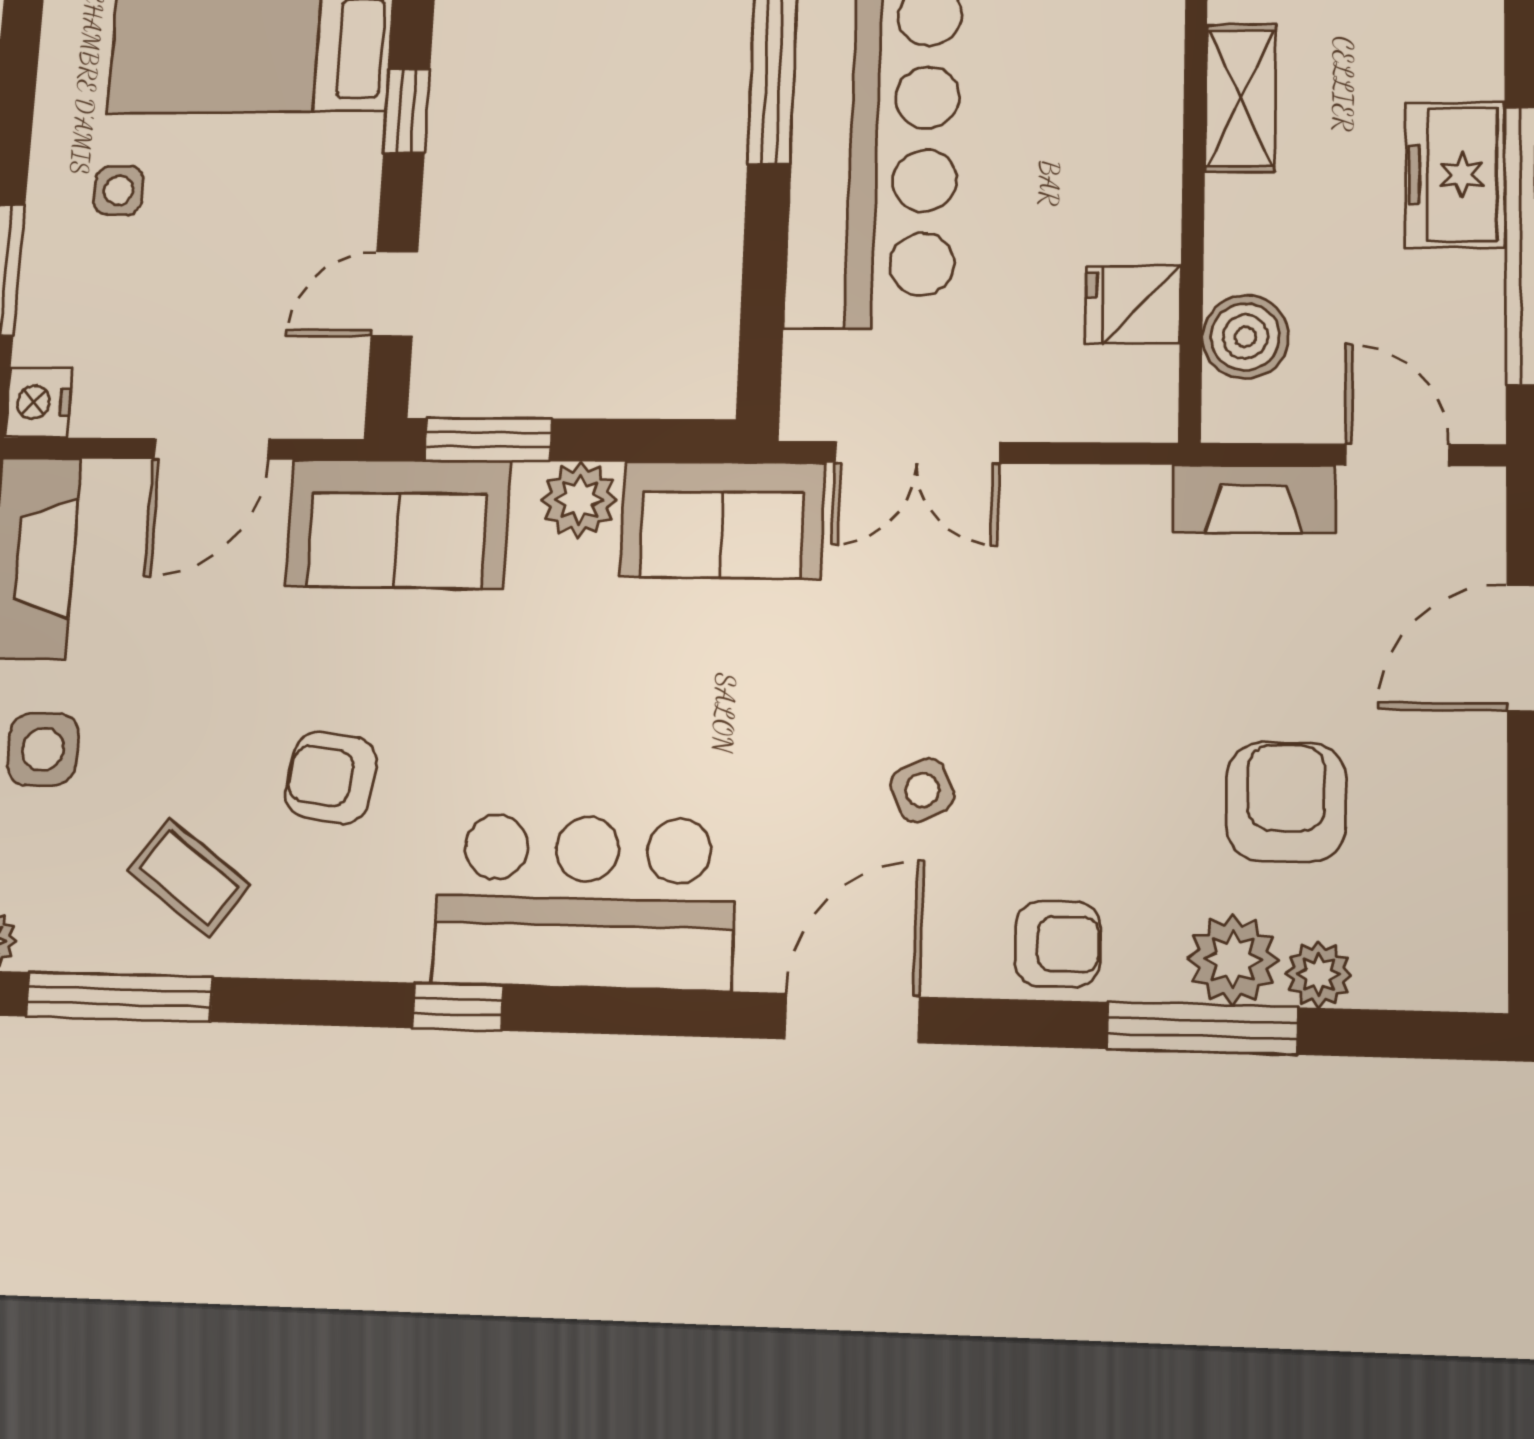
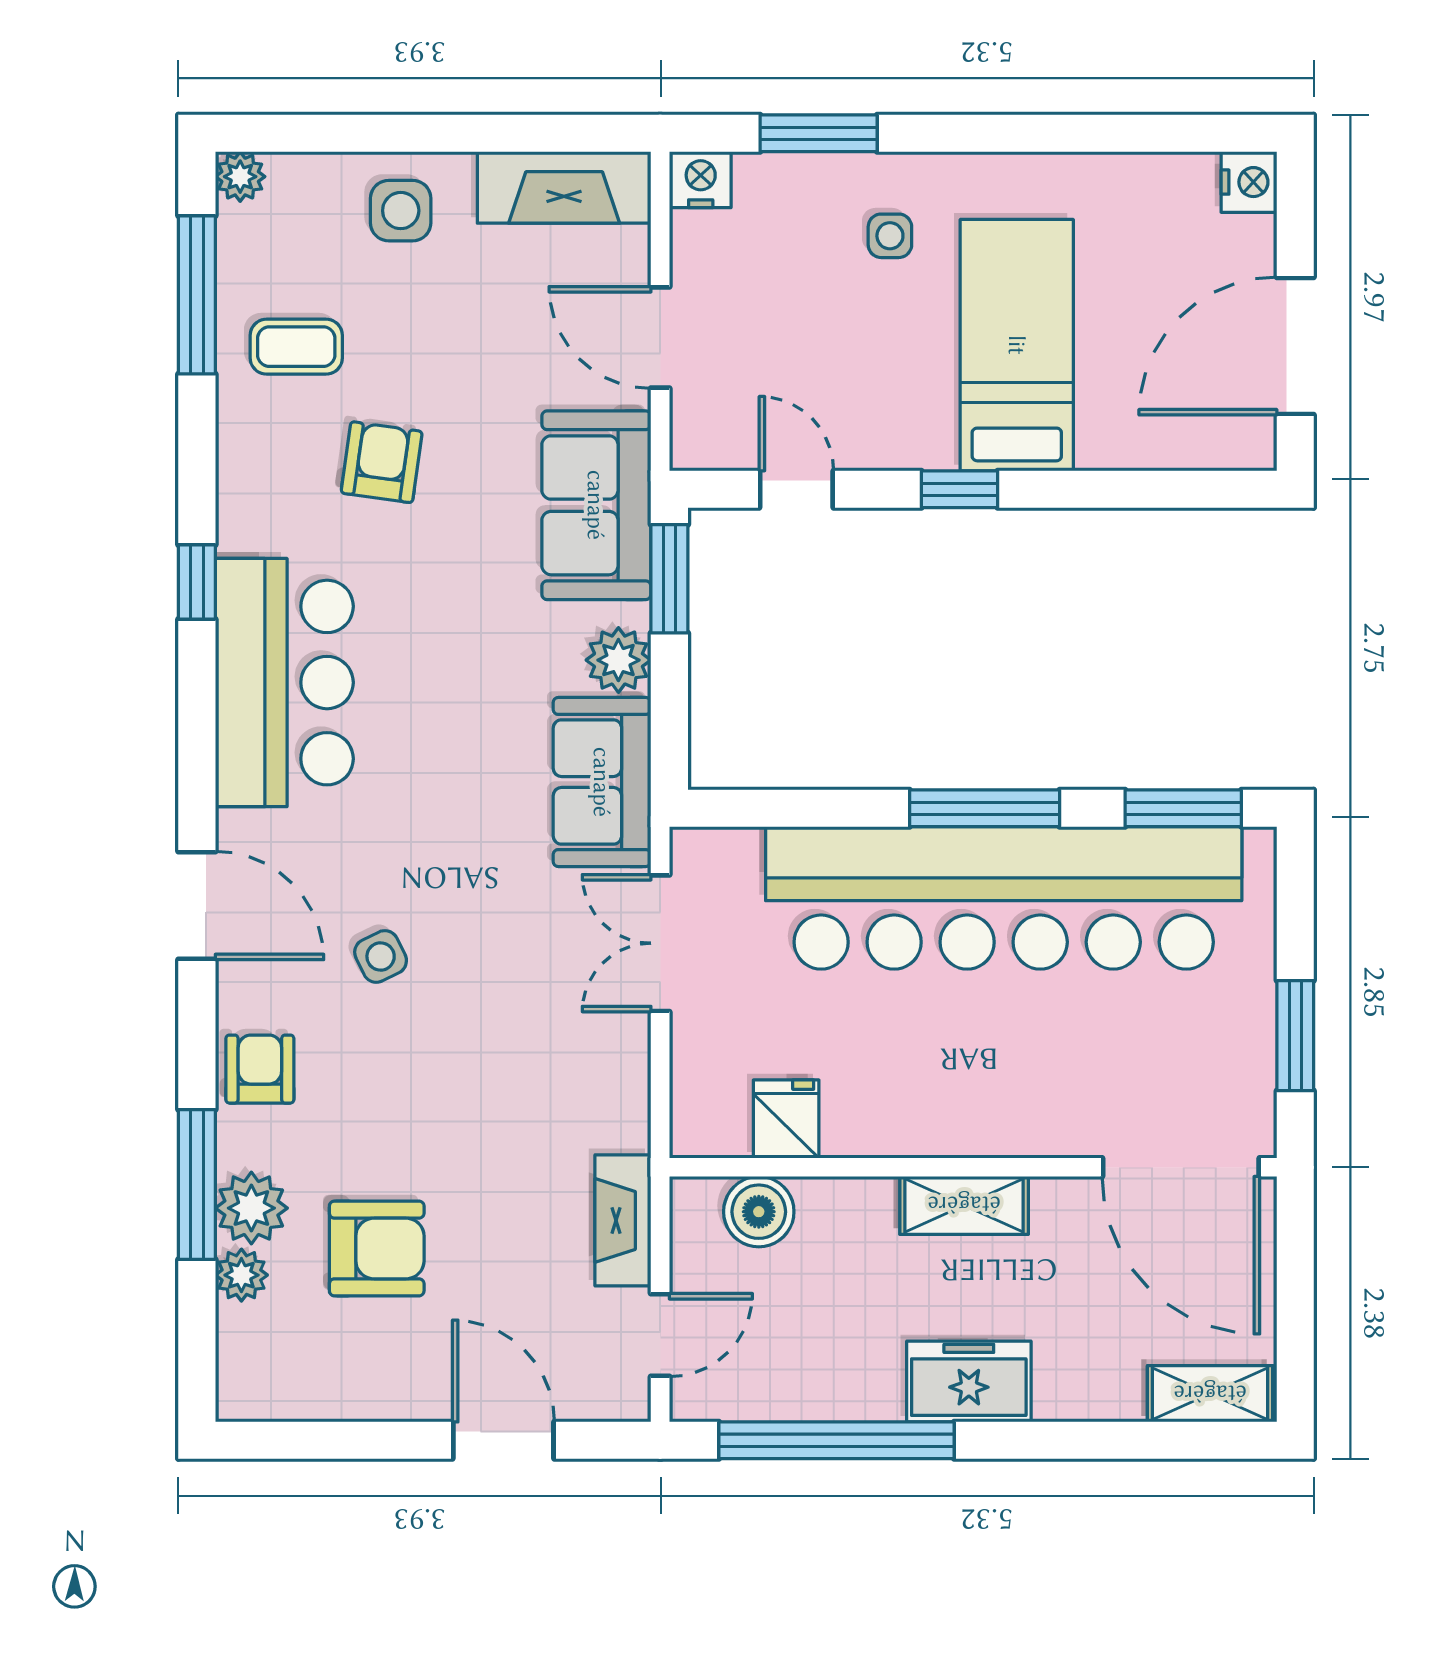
freezer: (1455, 175) -> (969, 1382), moved
coffee table: (189, 878) -> (296, 347), turned 54
armchair: (1058, 944) -> (260, 1069), turned 180

